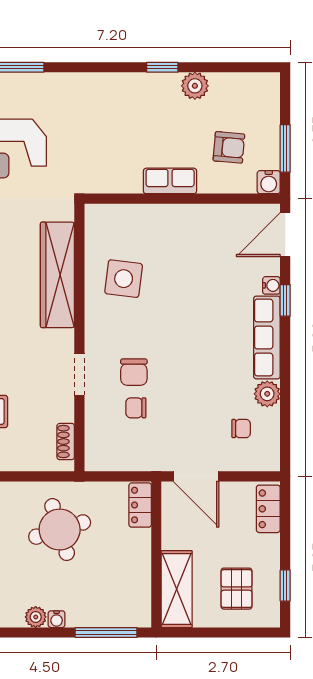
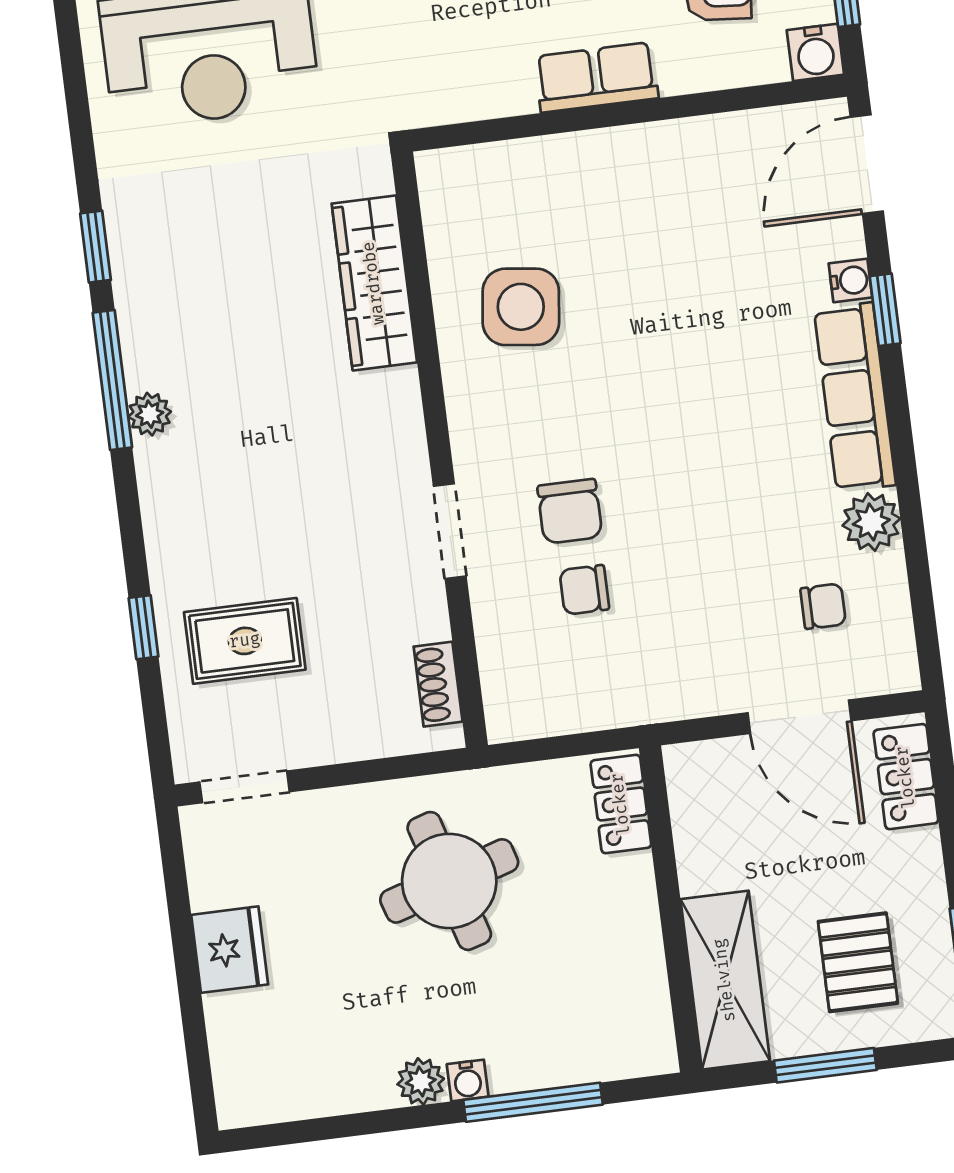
wardrobe: (57, 275) -> (374, 283), width x0.71, depth x0.85
door: (196, 476) -> (800, 717), moved
window: (106, 632) -> (533, 1102), moved
window: (216, 632) -> (825, 1065), added

